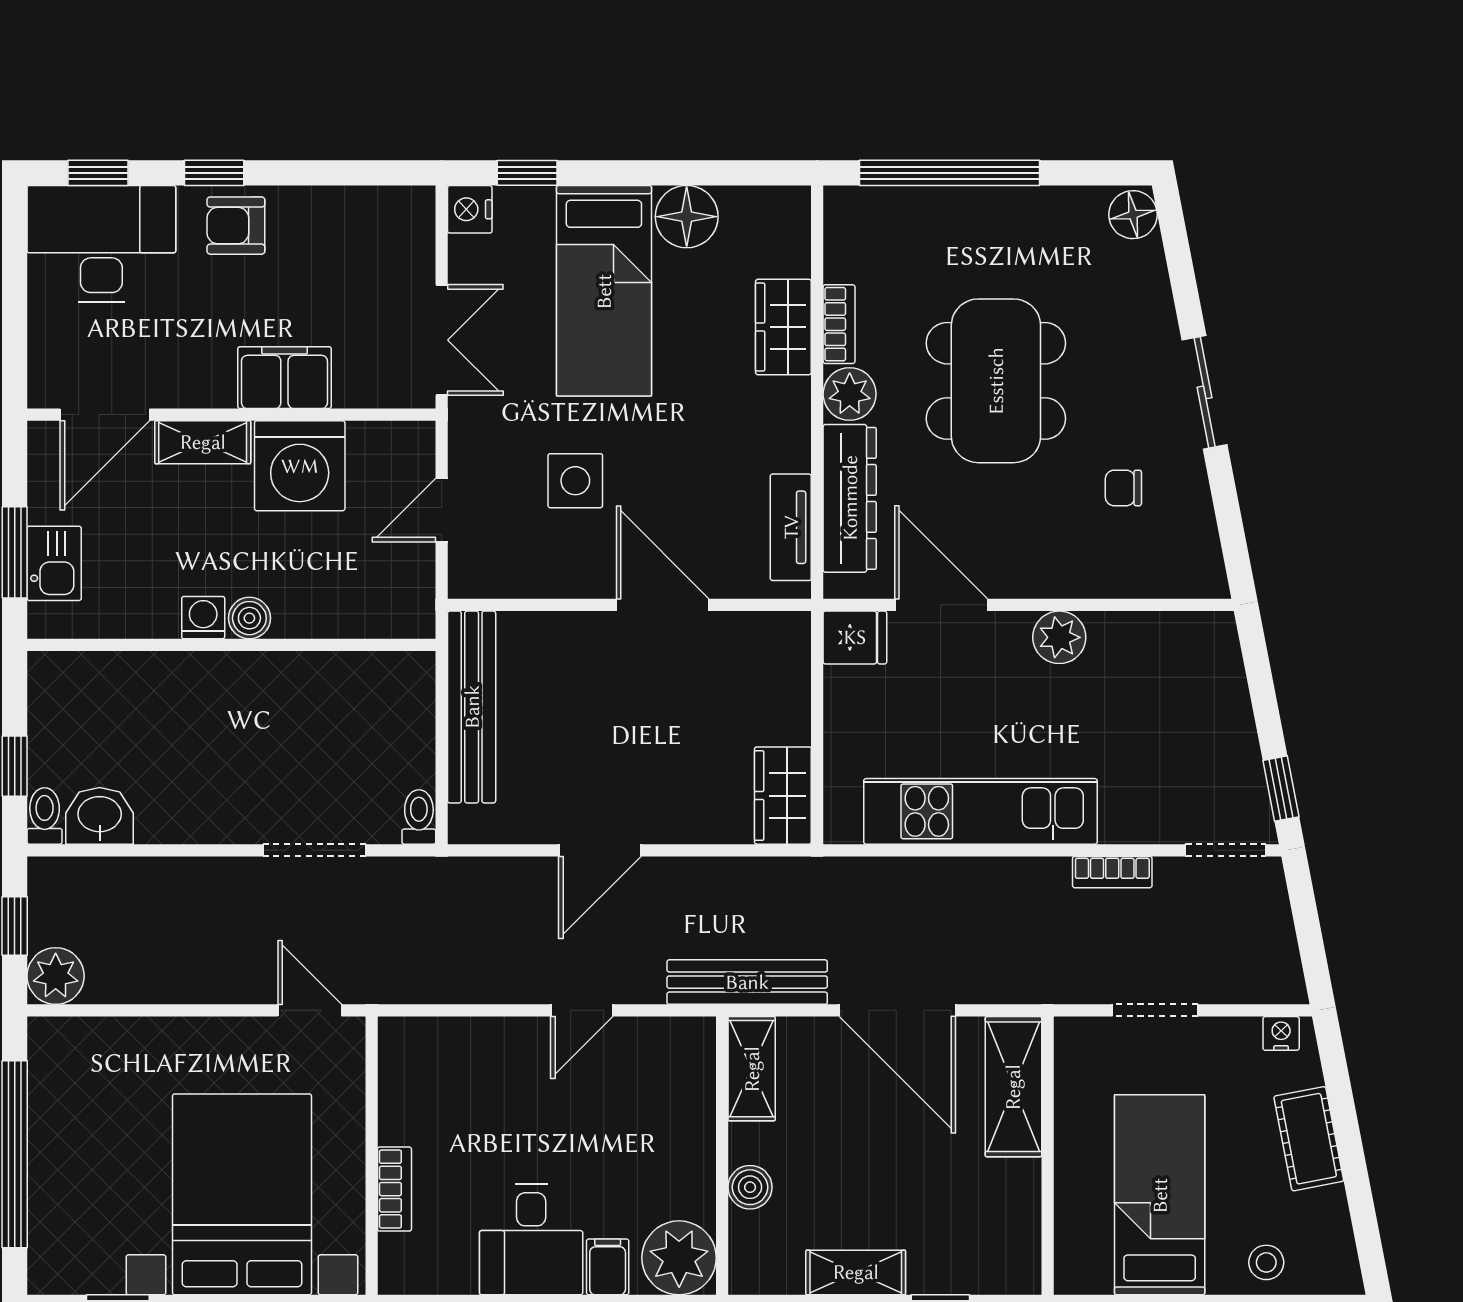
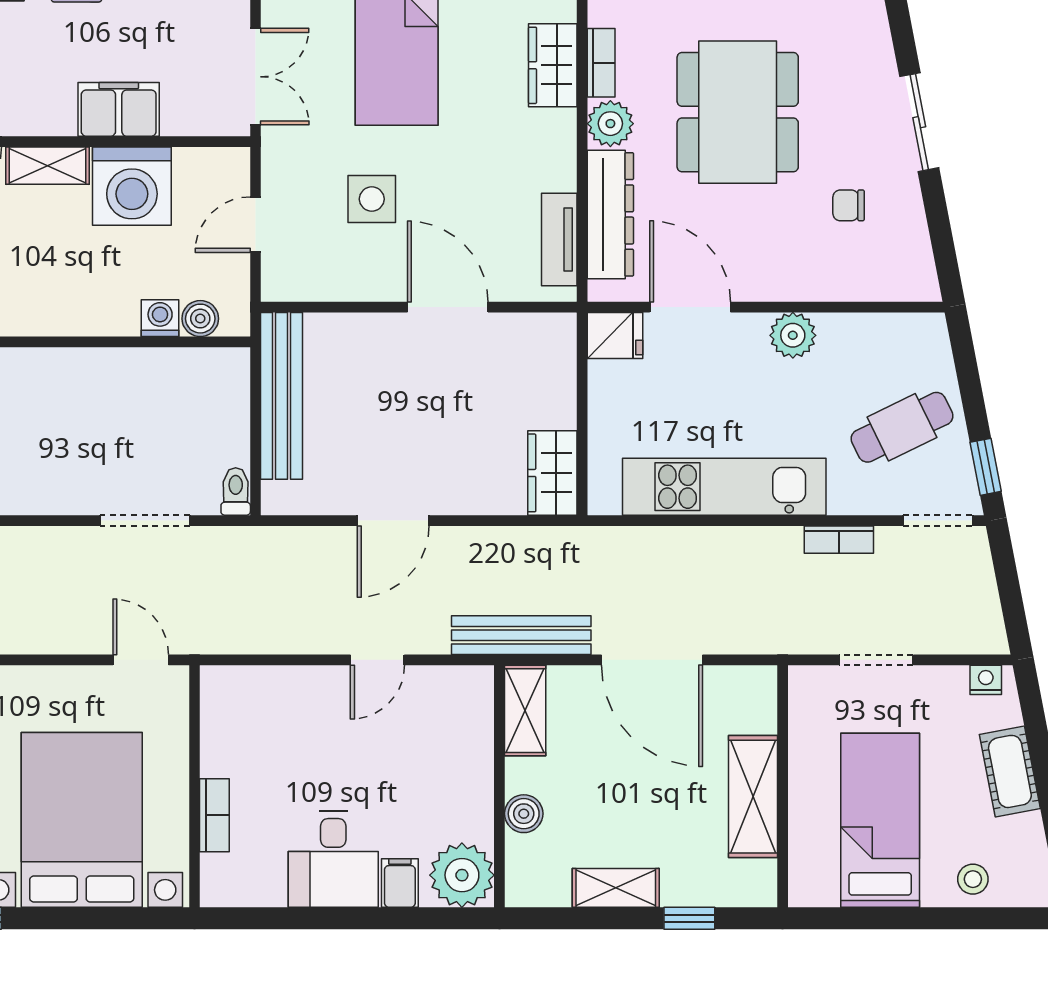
washing machine: (203, 618) -> (160, 318), moved
boiler: (249, 618) -> (200, 319), moved
cafe table: (1185, 743) -> (902, 427), added
shelving: (1013, 1087) -> (753, 797), moved

